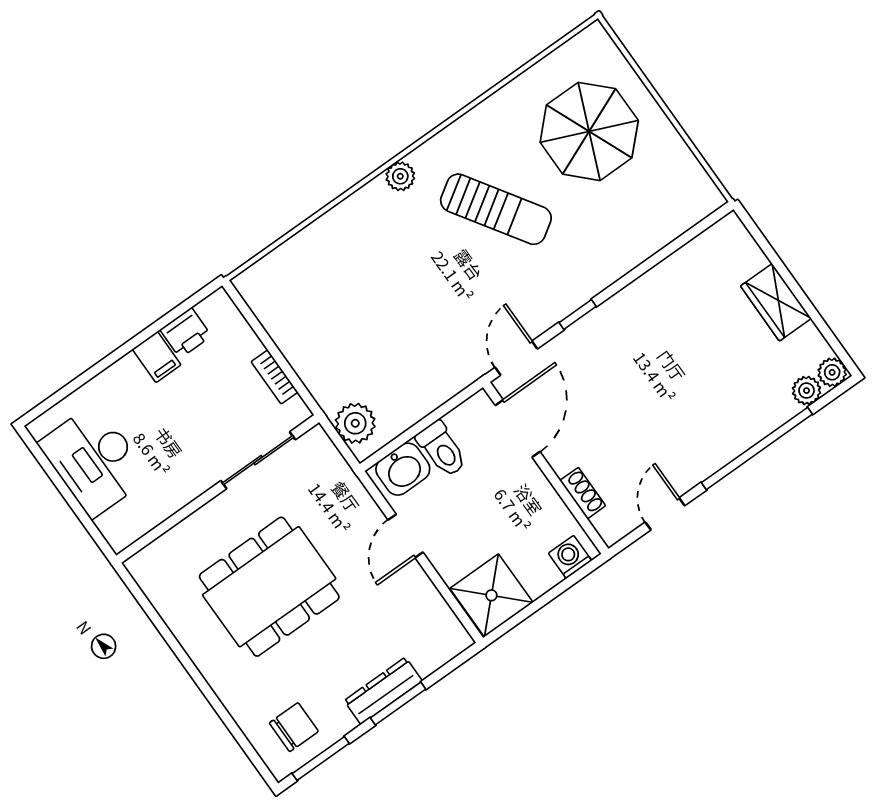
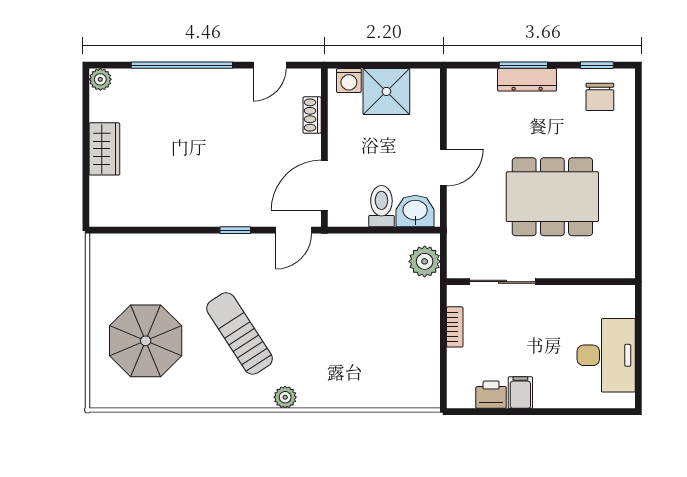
plant: (807, 391) -> (125, 79), removed
shower: (491, 595) -> (386, 91), moved
chair: (294, 727) -> (600, 97), turned -90
window: (321, 759) -> (597, 65), width x0.67

